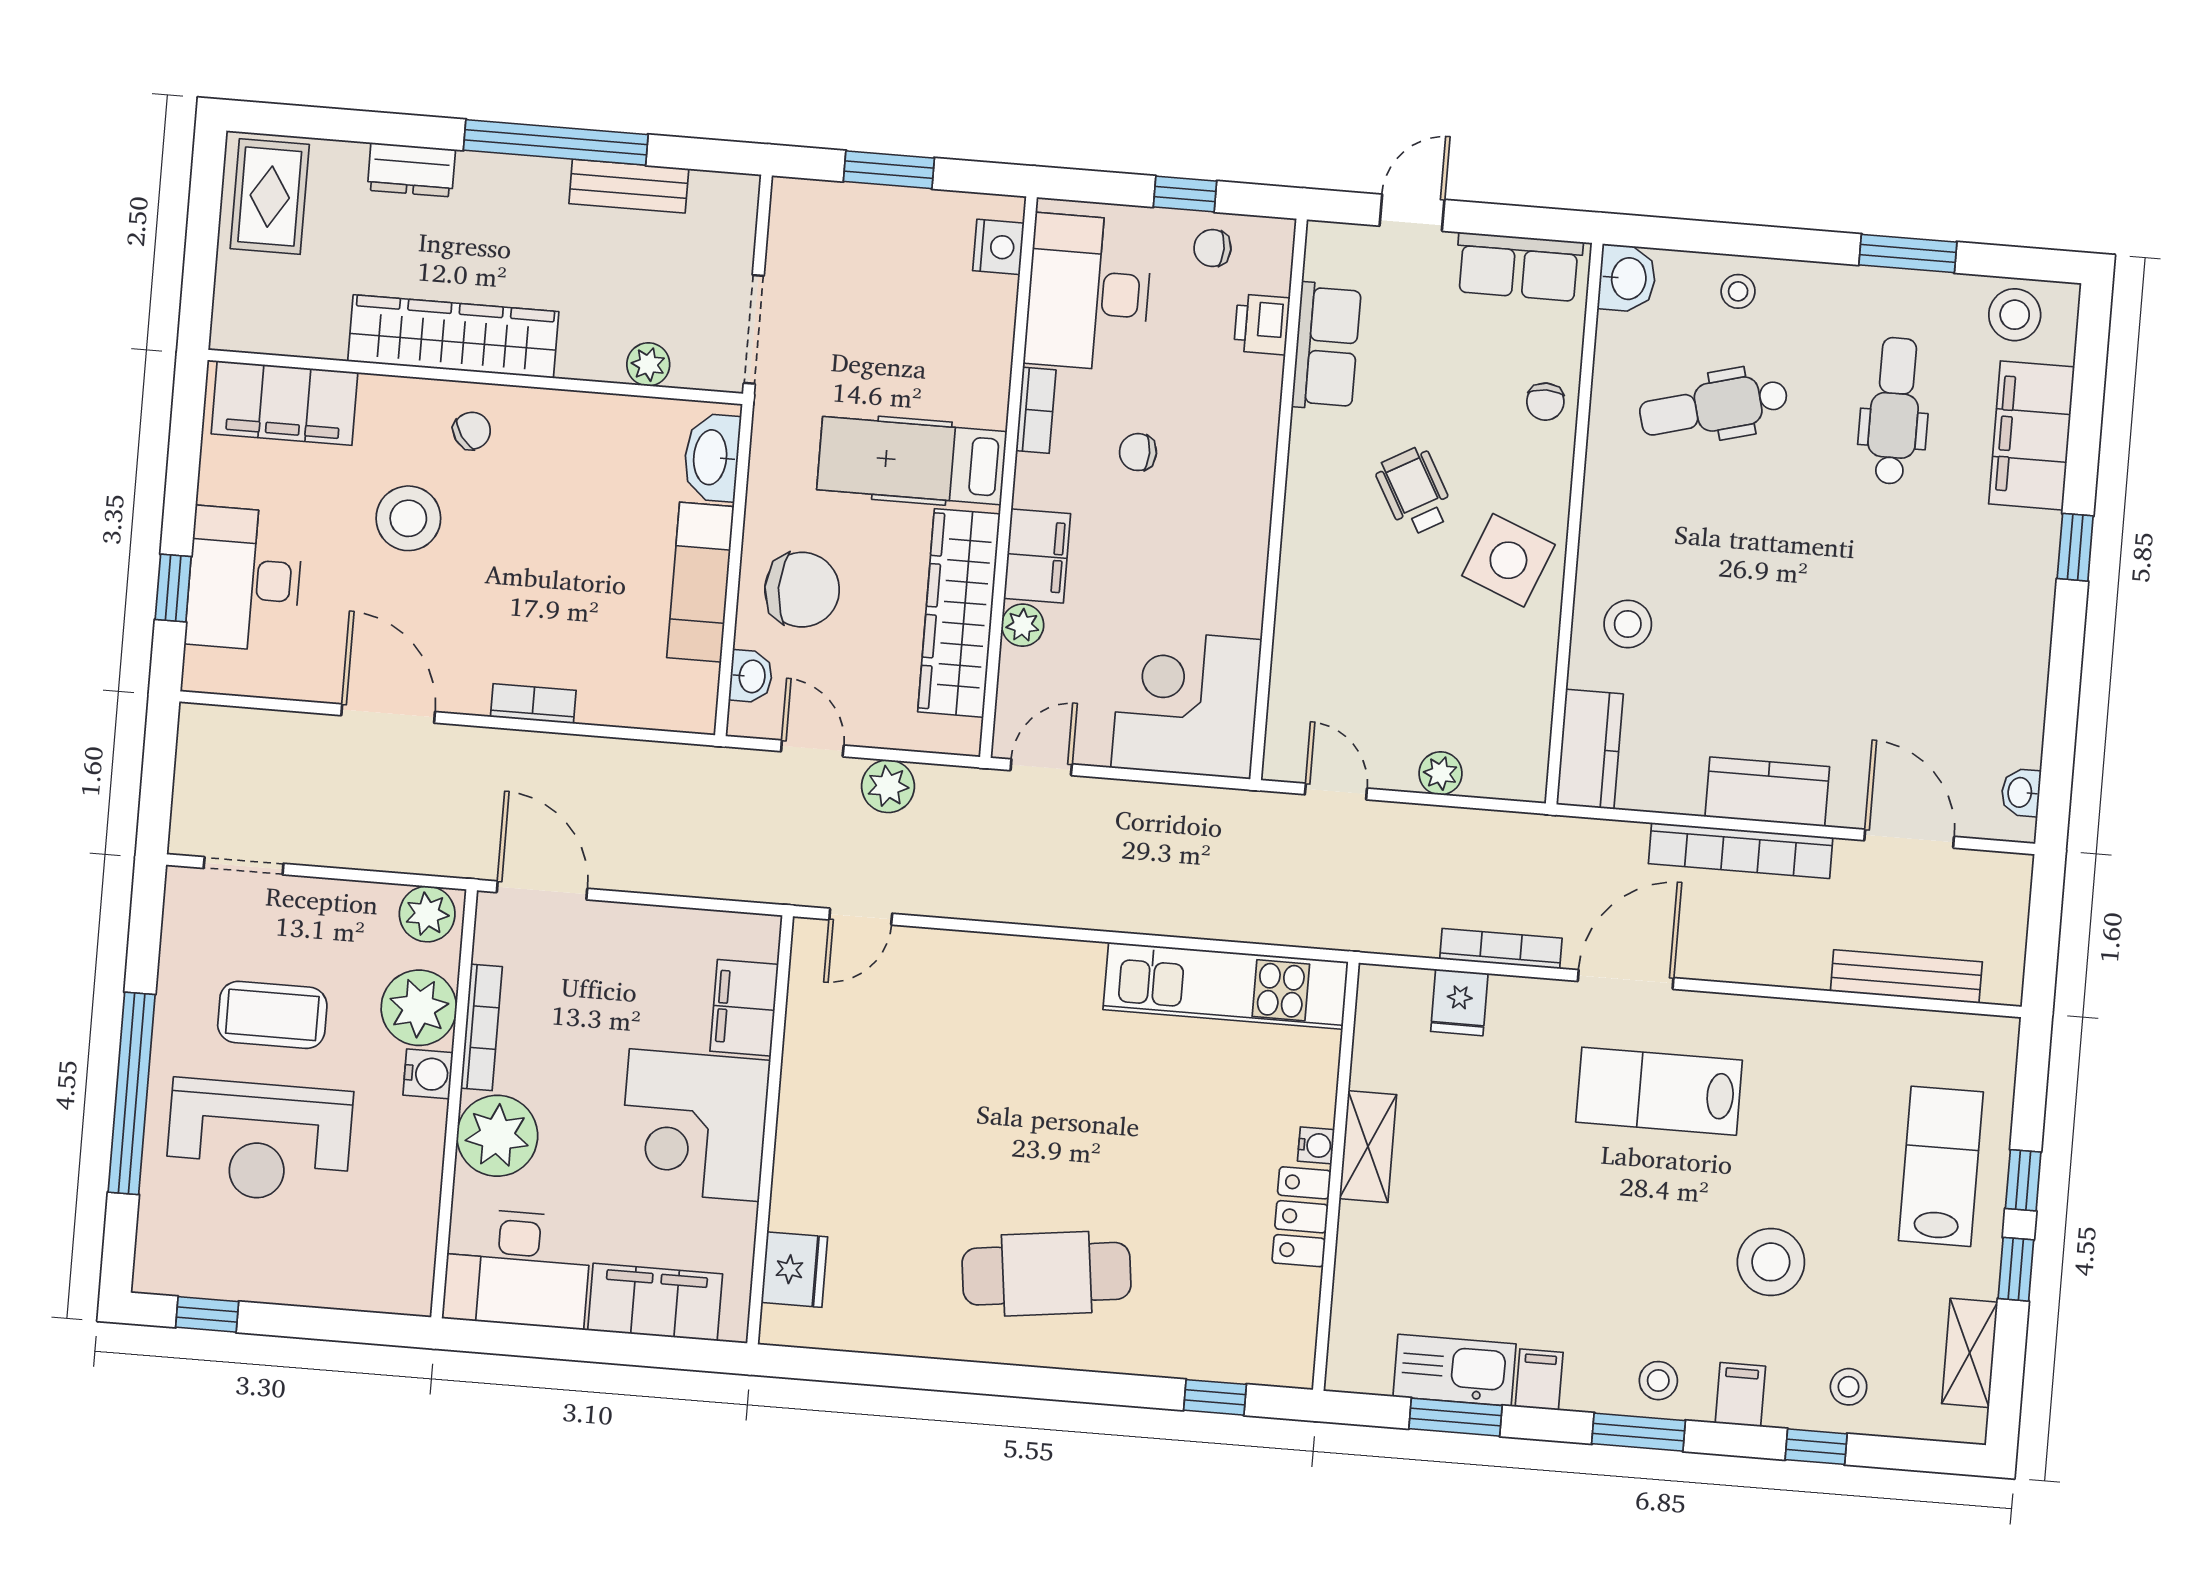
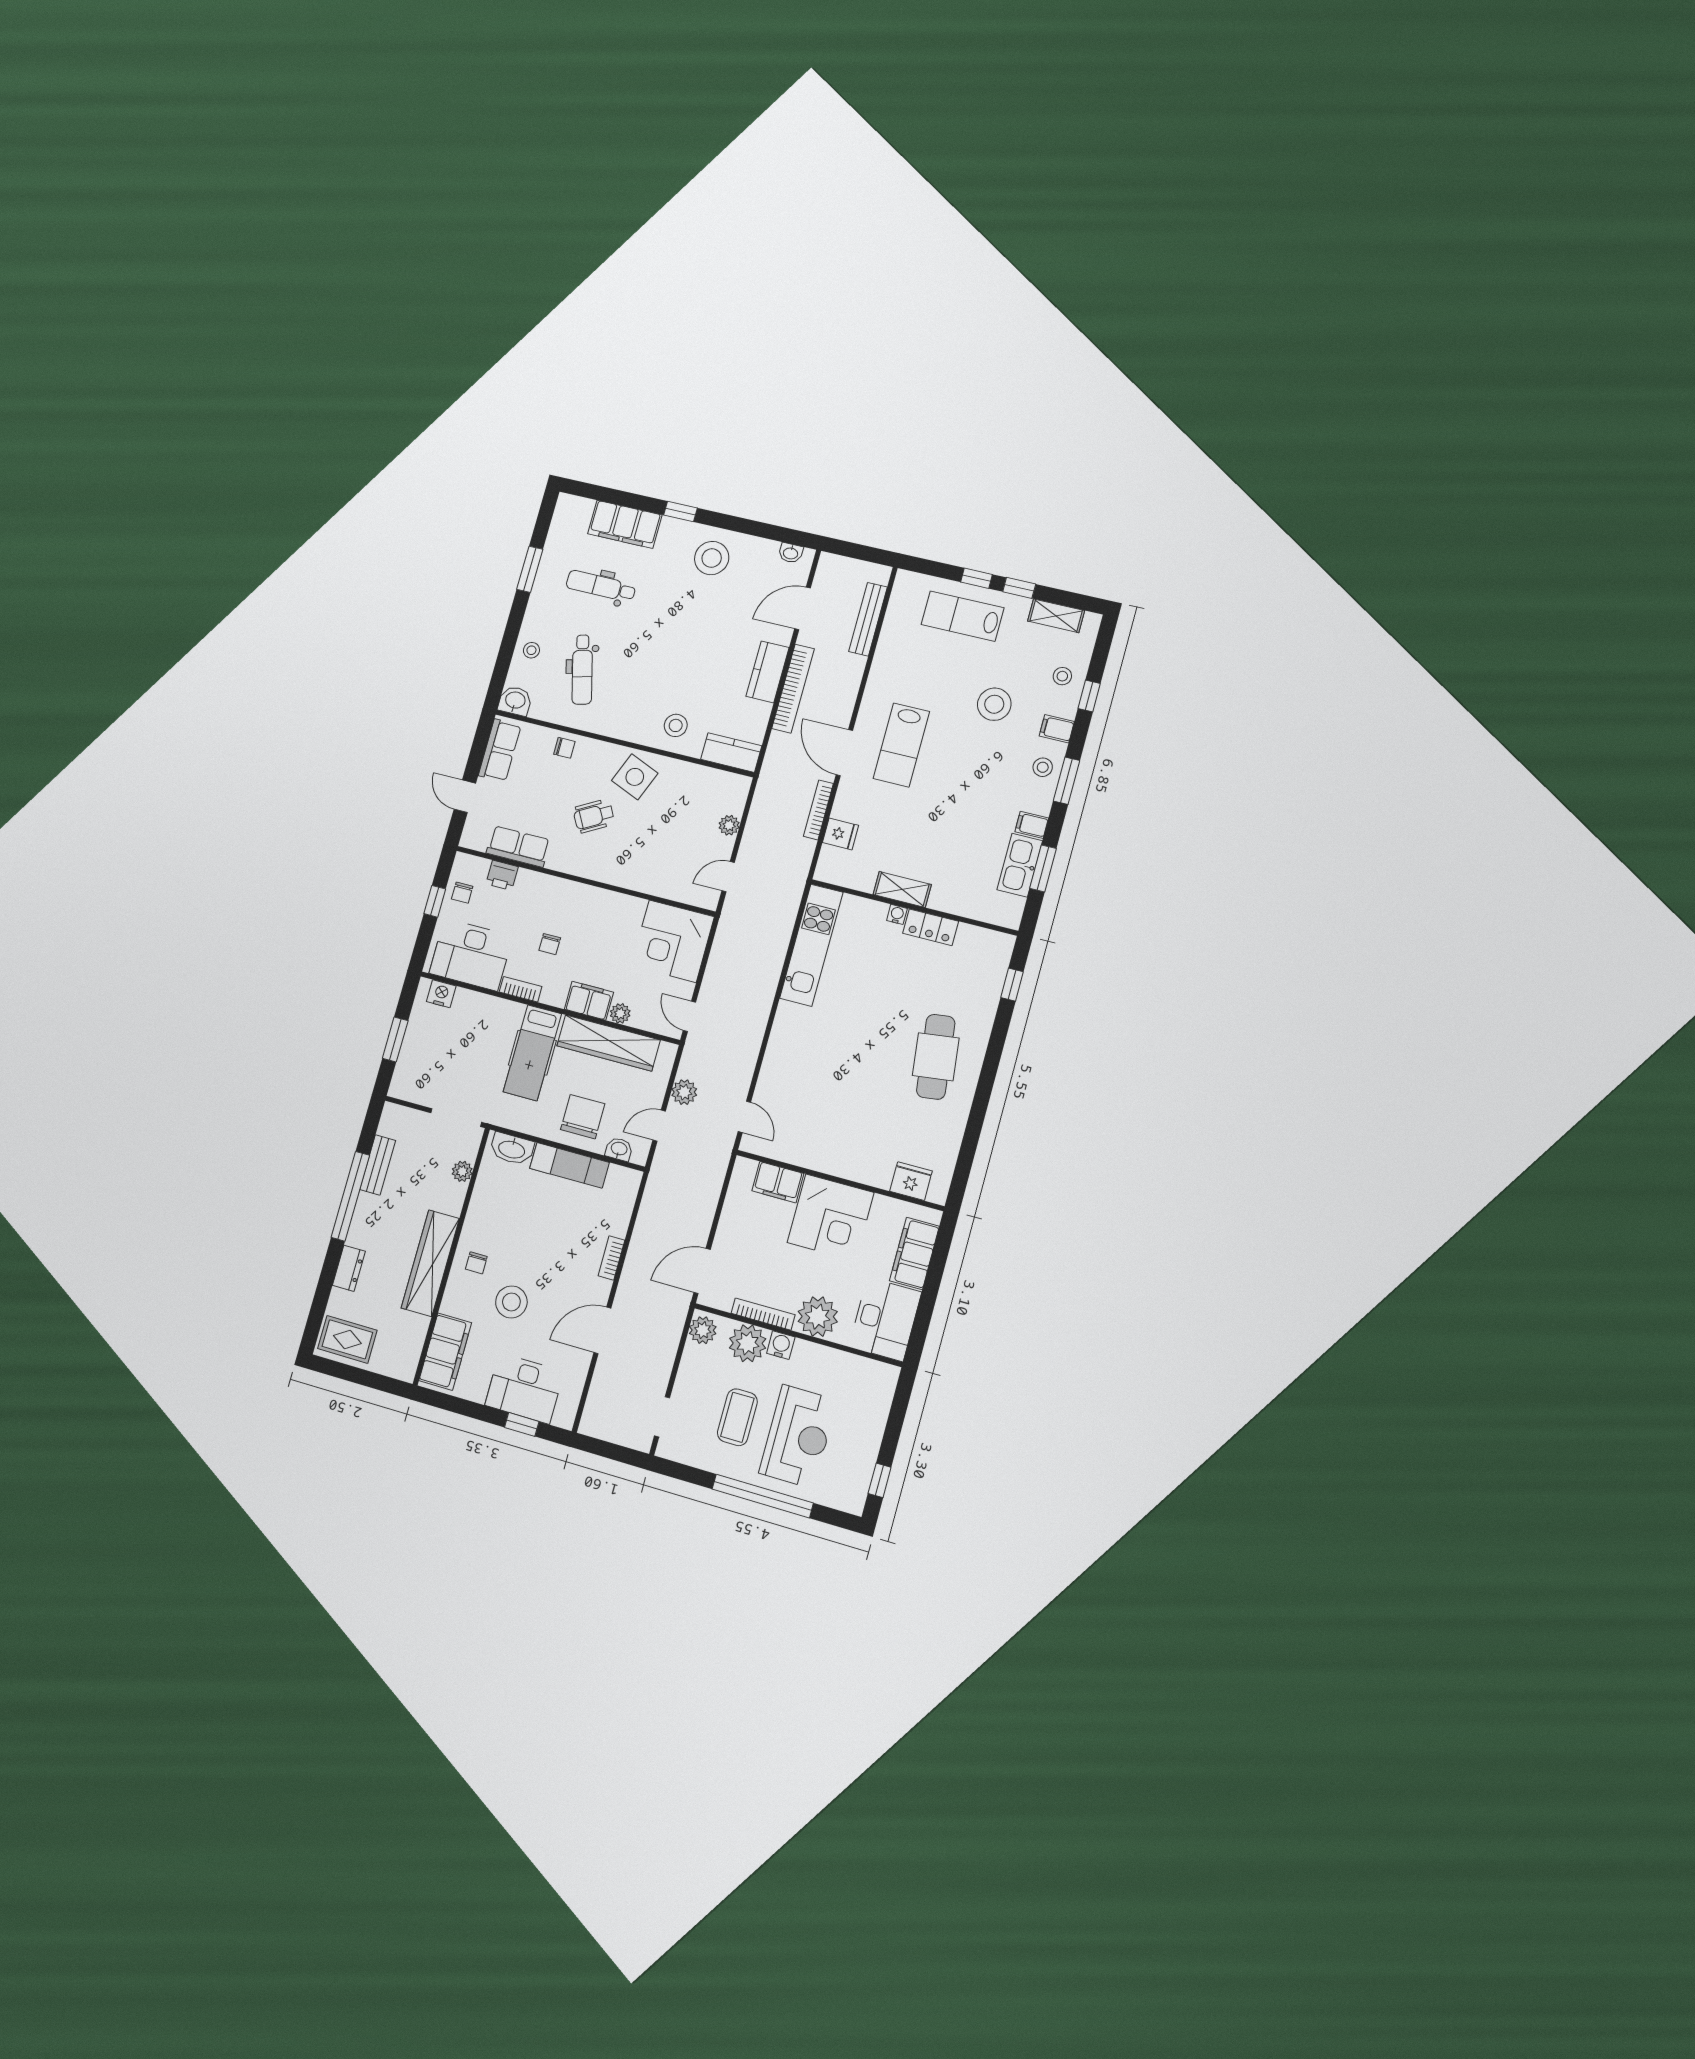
stool: (2015, 315) -> (712, 558), moved, width x1.38, depth x1.38
chair: (472, 431) -> (476, 1263), turned -145

